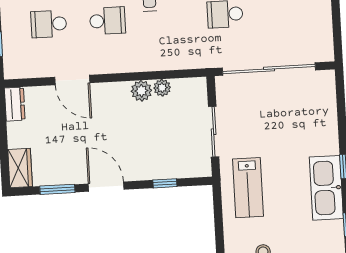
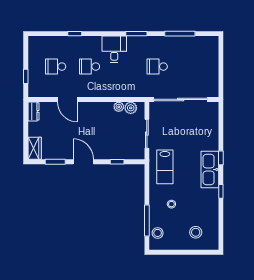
school desk: (107, 21) -> (90, 67), turned 180
plant: (141, 91) -> (131, 108), moved

